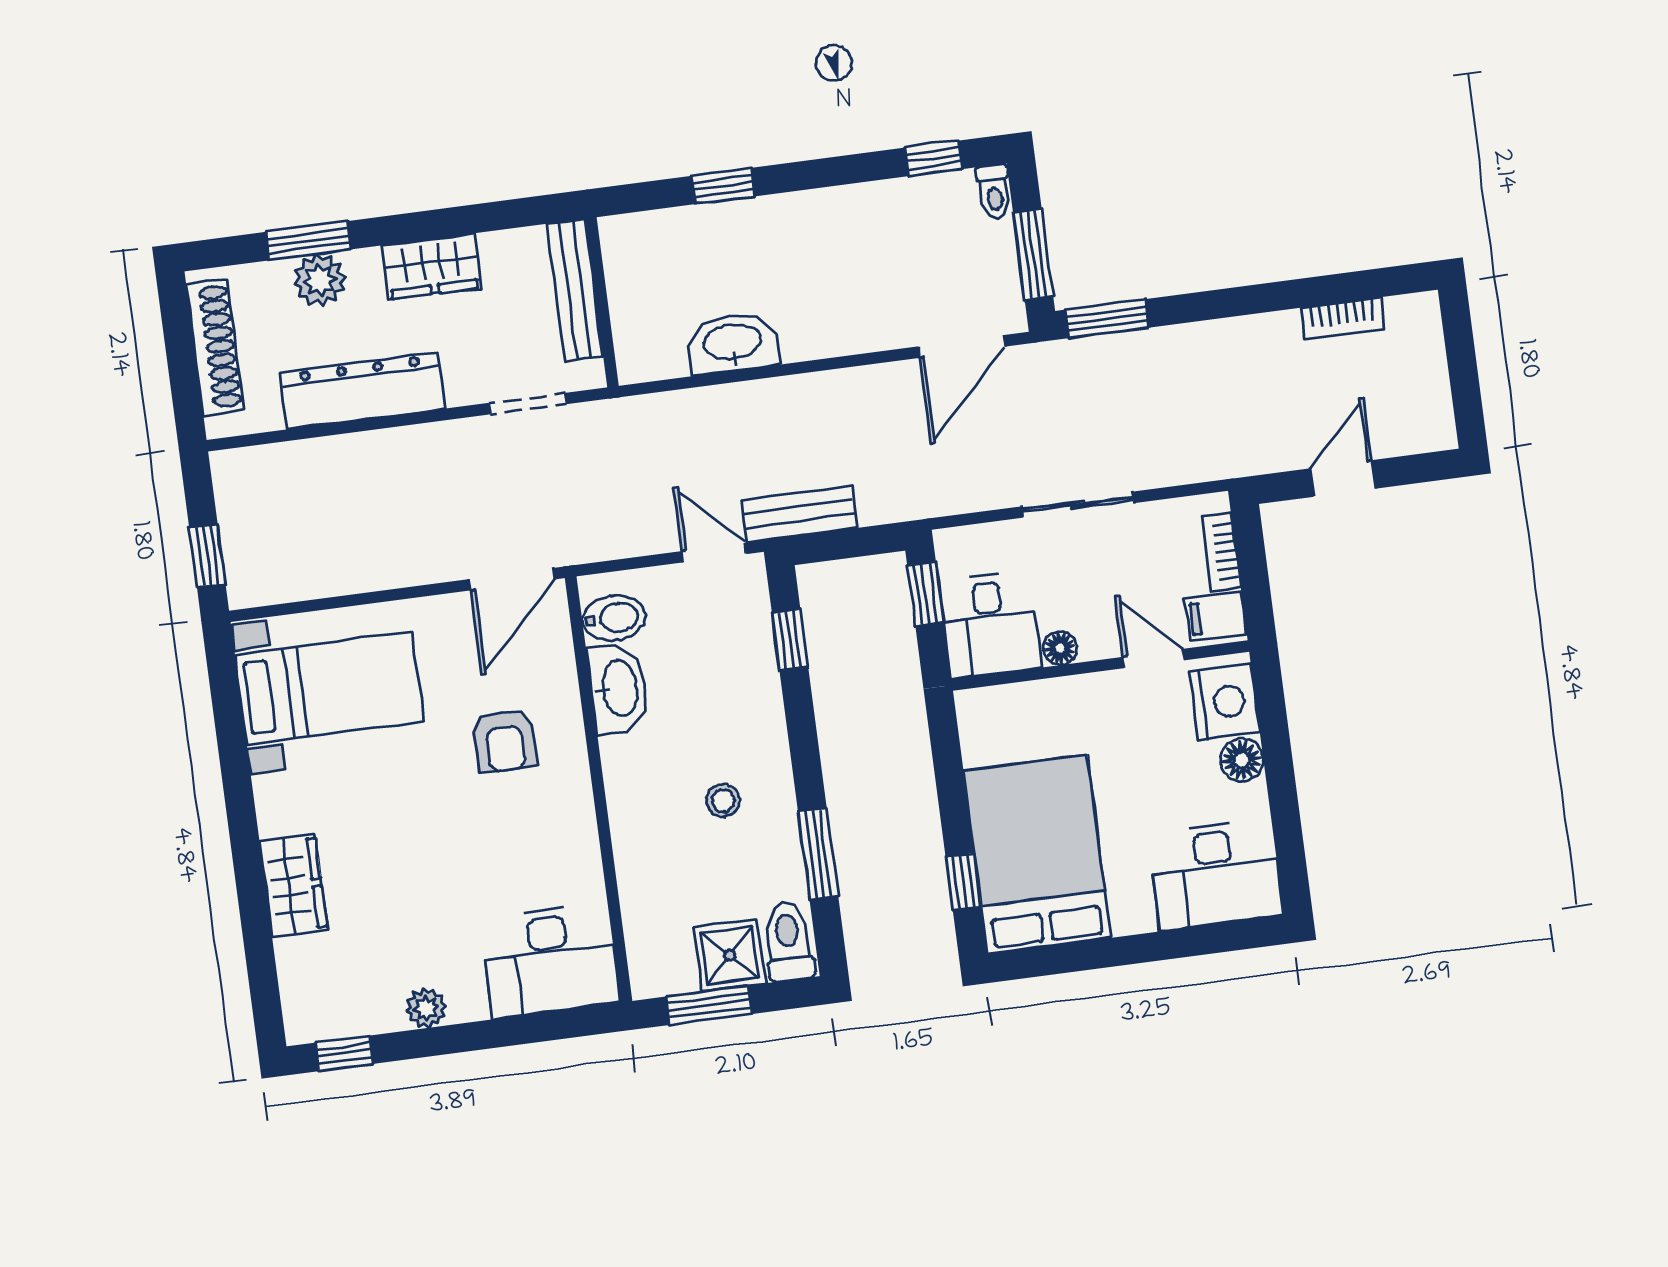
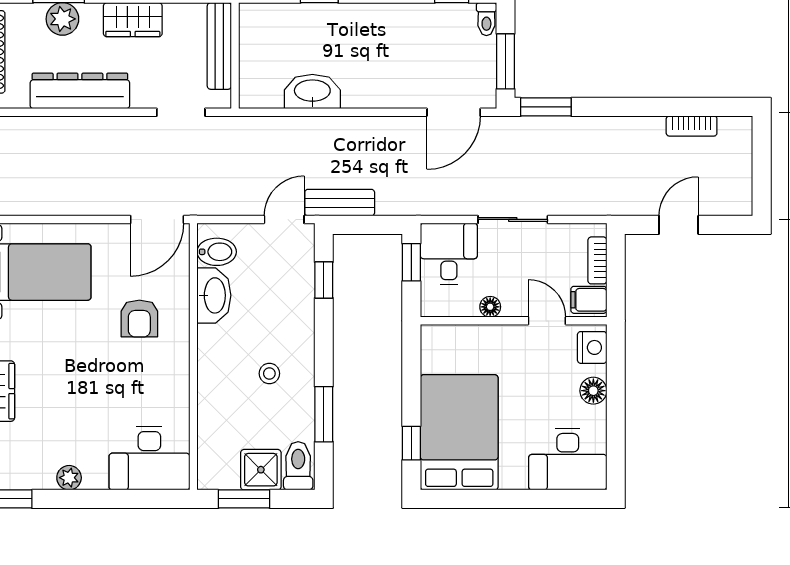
door: (714, 553) -> (284, 219), hinge flipped
desk: (990, 624) -> (449, 254), moved, turned 180
nightstand: (1225, 702) -> (592, 347), width x0.74, depth x0.75

